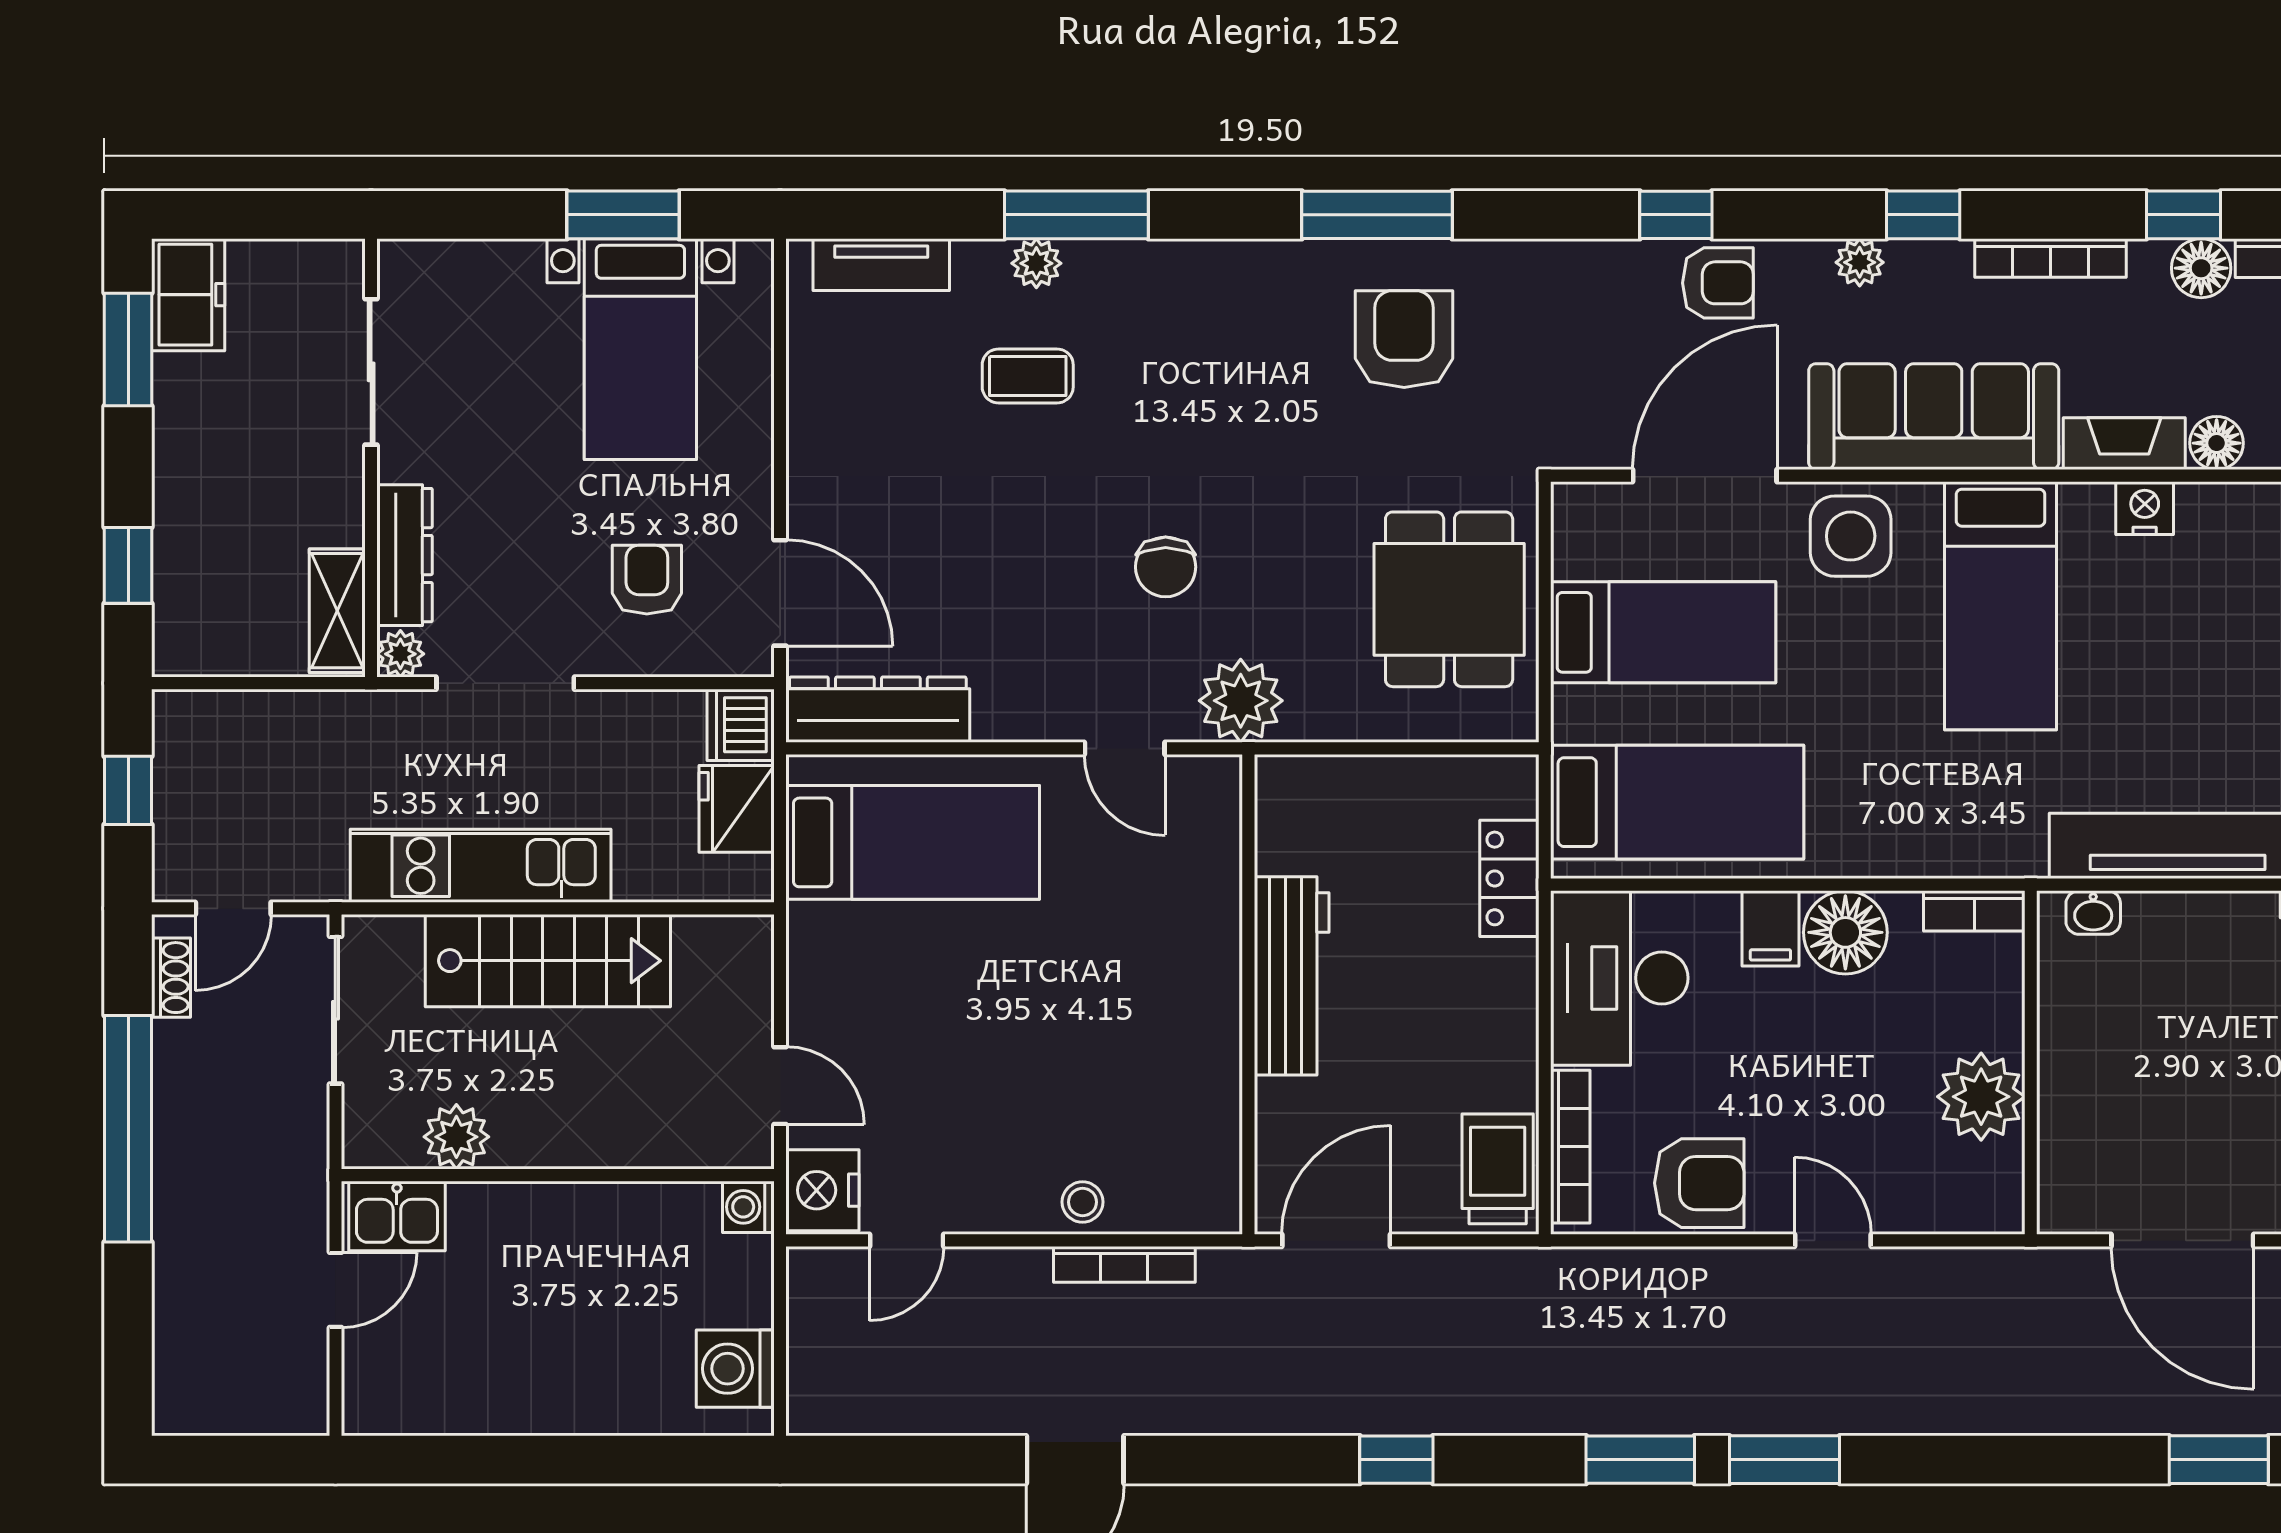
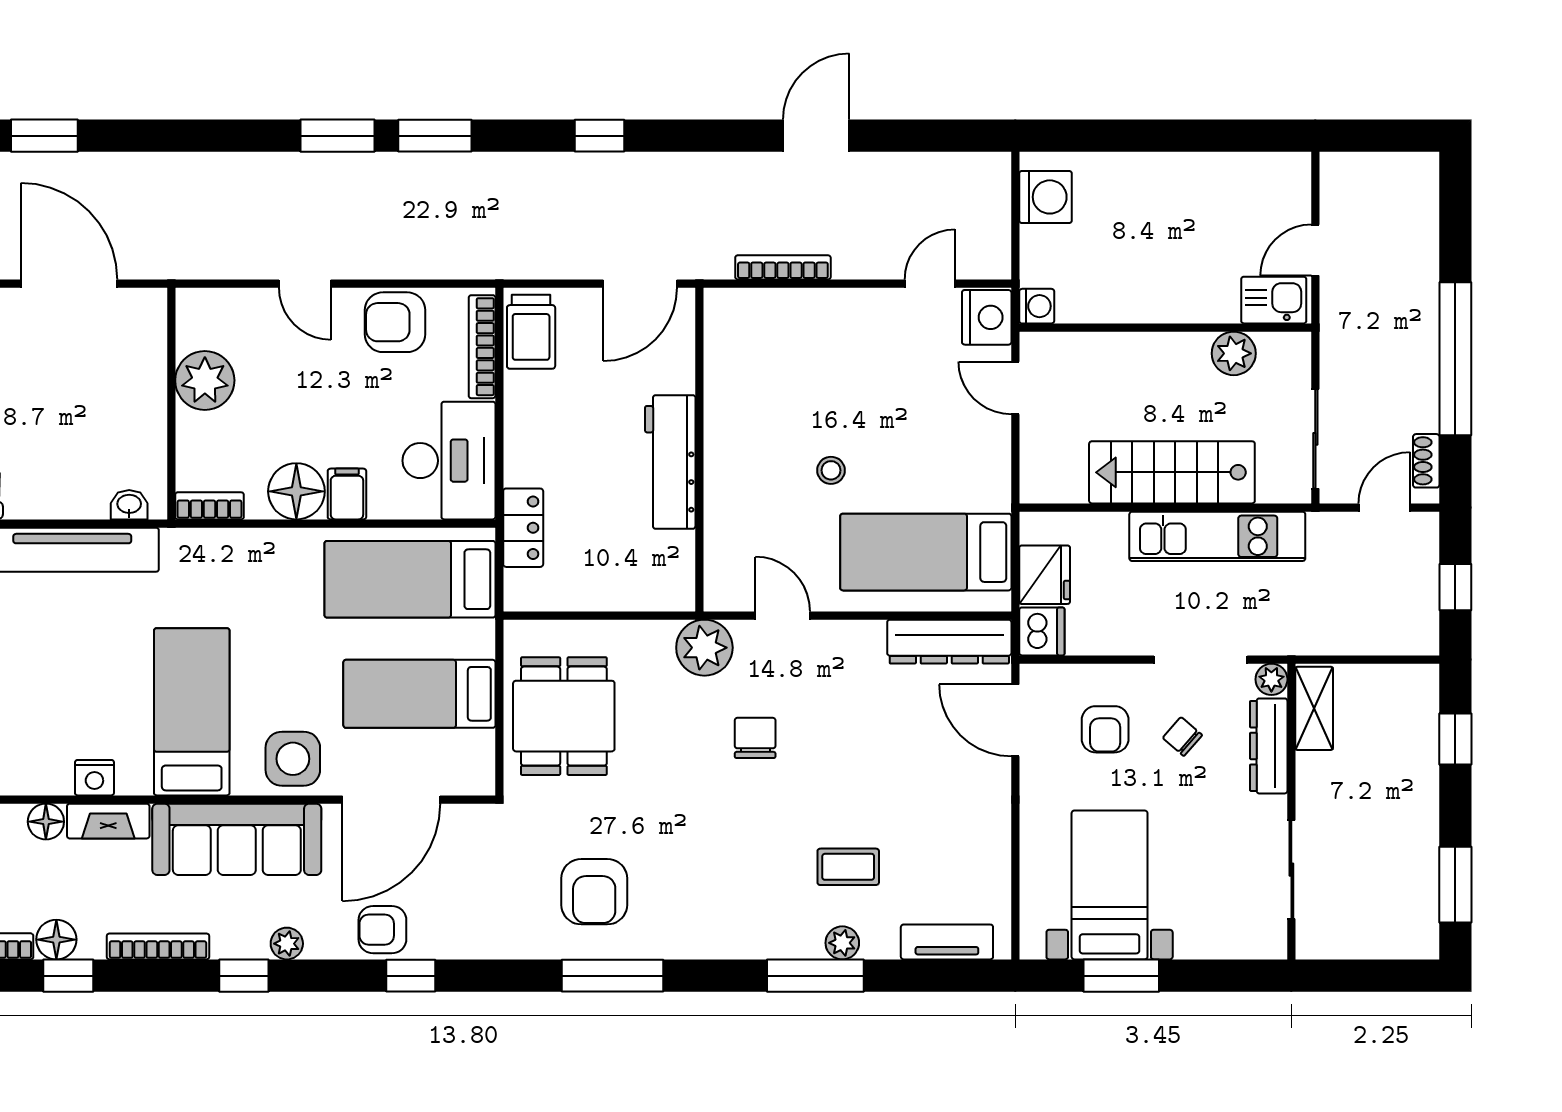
freezer: (188, 295) -> (1415, 922), removed
chair: (532, 569) -> (1182, 736), added
stool: (1083, 1202) -> (831, 470), moved

